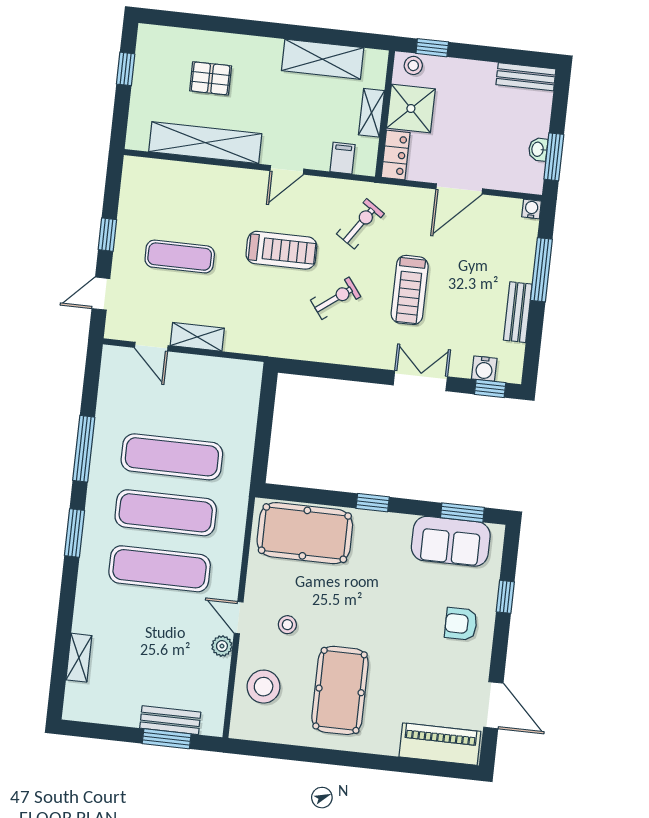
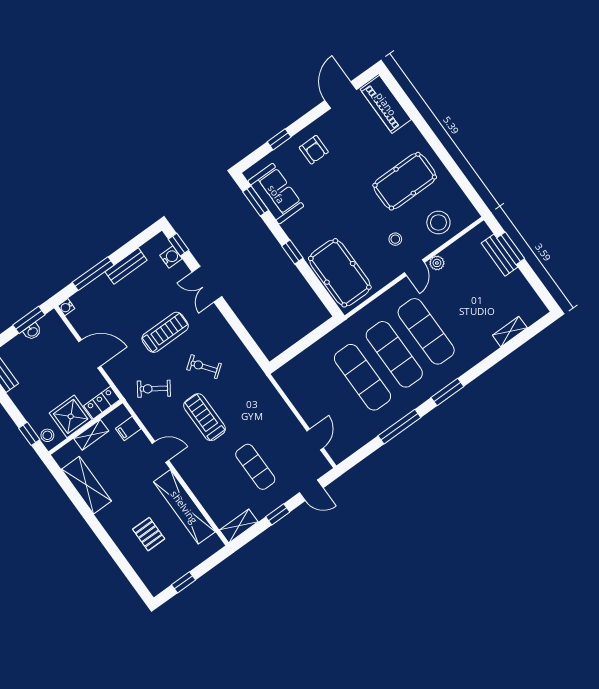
shelving: (197, 337) -> (239, 526), moved, turned 90

